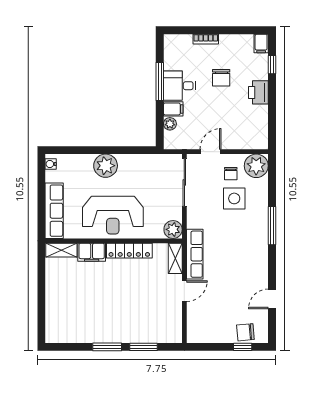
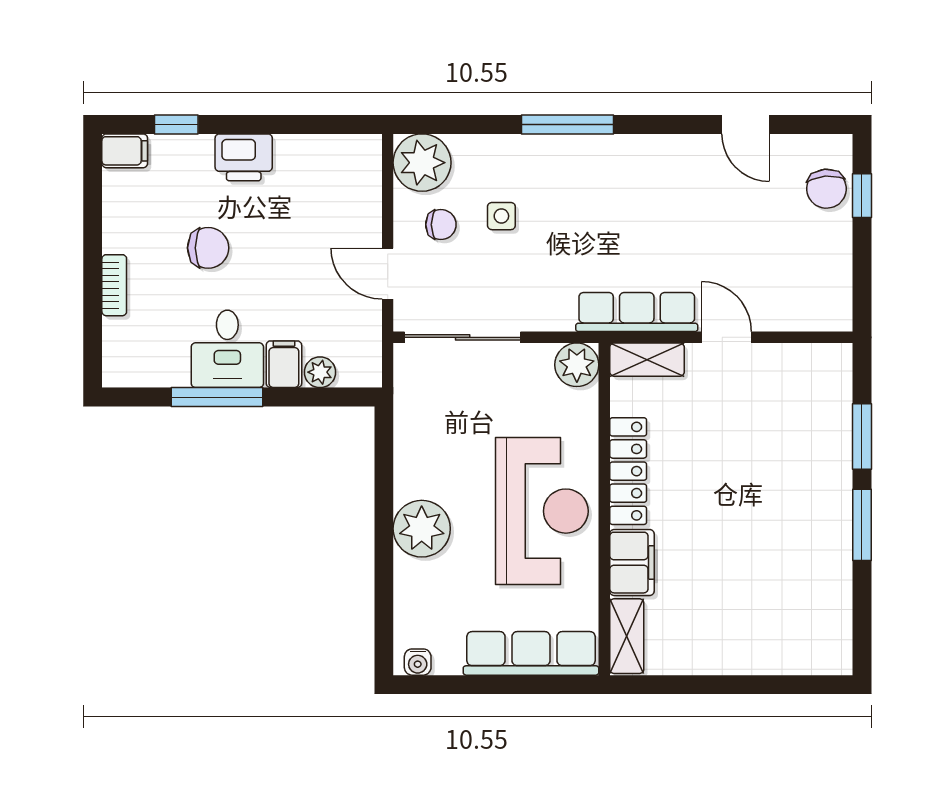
side table: (234, 198) -> (501, 216), width x0.54, depth x0.54

